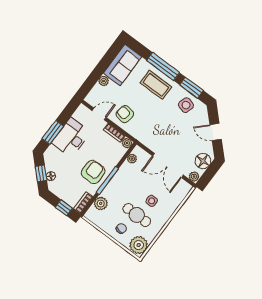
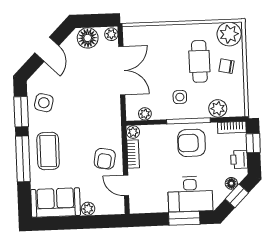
desk: (71, 138) -> (190, 194), moved
printer: (61, 192) -> (239, 159), added
side table: (152, 201) -> (180, 97), moved

